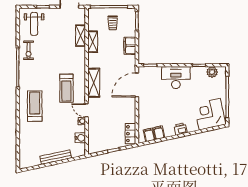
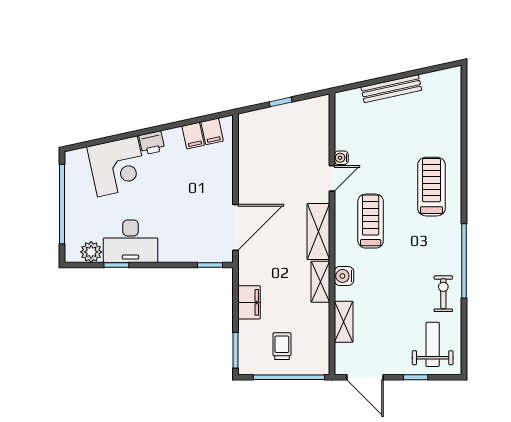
shelving: (93, 42) -> (320, 282), moved
desk: (176, 78) -> (131, 241), moved
treadmill: (35, 106) -> (432, 187), turned 180
door: (87, 110) -> (332, 178), hinge flipped
corner desk: (210, 114) -> (117, 166), moved
locker: (130, 134) -> (248, 134), removed
water cooler: (80, 138) -> (344, 276), moved

